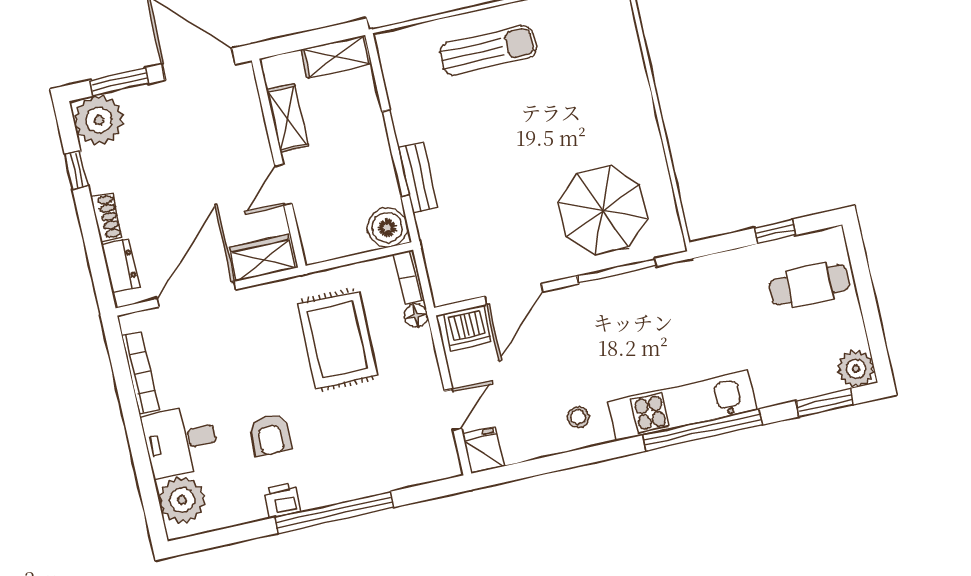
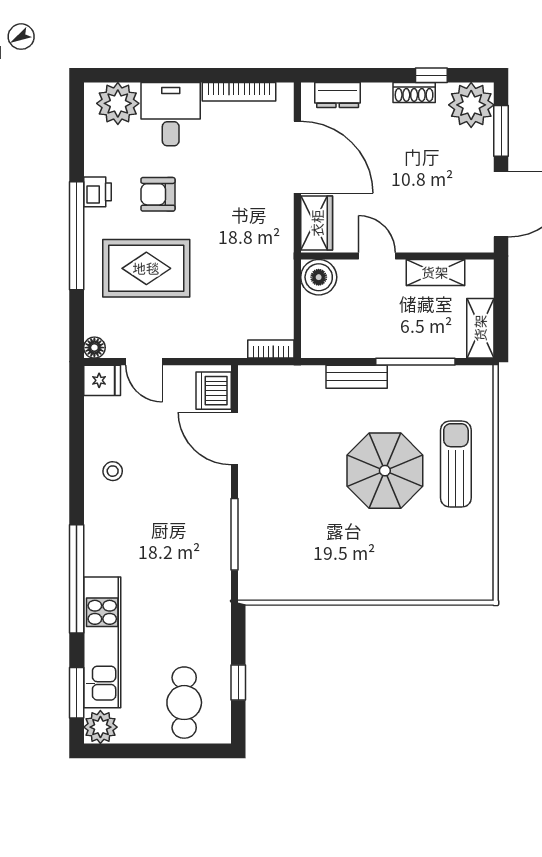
sun lounger: (488, 50) -> (456, 464), turned 180
window: (396, 153) -> (415, 362), moved
parasol: (603, 210) -> (385, 471), moved
shoe rack: (106, 217) -> (414, 92), moved
boiler: (387, 228) -> (319, 277), moved
floor lamp: (416, 316) -> (94, 348), moved
rug: (338, 340) -> (146, 268), moved
kitchen unit: (682, 406) -> (102, 642), moved

